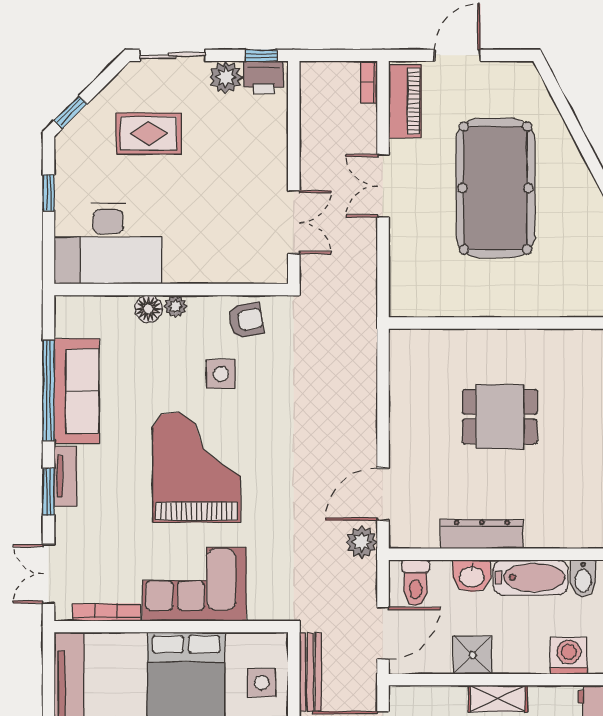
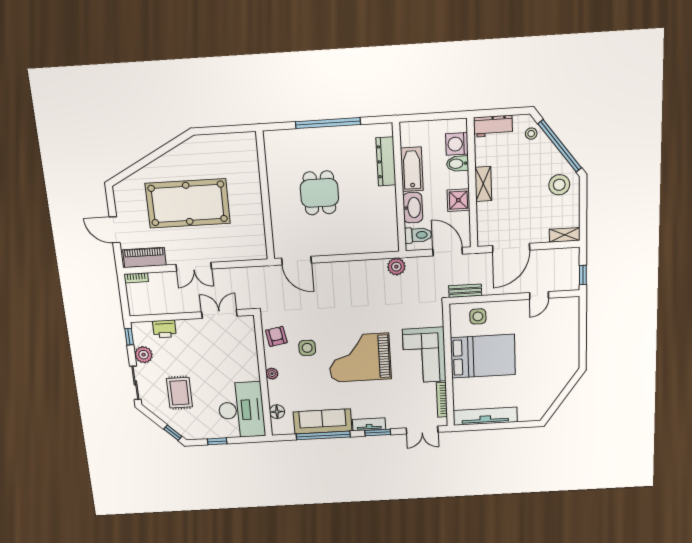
printer: (264, 77) -> (164, 329), moved, turned 90
floor lamp: (148, 309) -> (277, 412), moved
door: (383, 494) -> (296, 261), moved
dresser: (482, 534) -> (386, 161), moved
washbasin: (472, 576) -> (413, 208), width x1.38
bidet: (583, 578) -> (458, 164), moved, turned 180
bench: (310, 672) -> (465, 291), width x0.73

